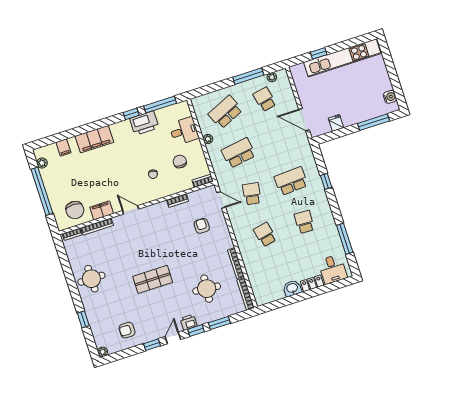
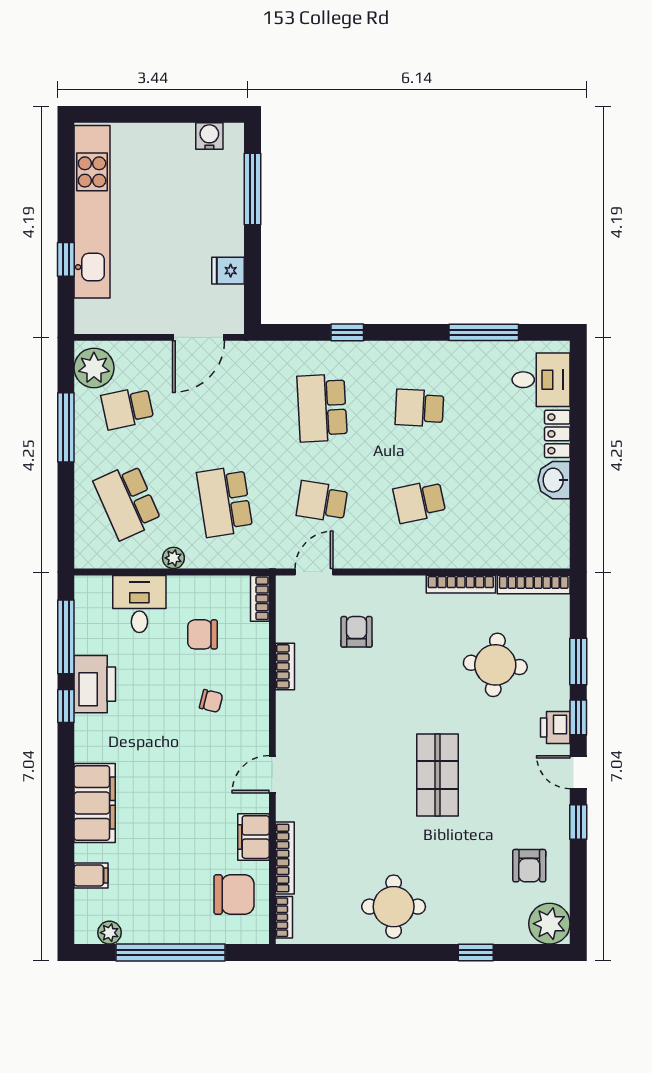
plant: (272, 77) -> (94, 368), width x1.88, depth x1.88
armchair: (202, 226) -> (357, 632), turned 90
plant: (103, 352) -> (549, 924), width x1.87, depth x1.87

